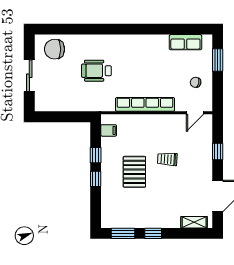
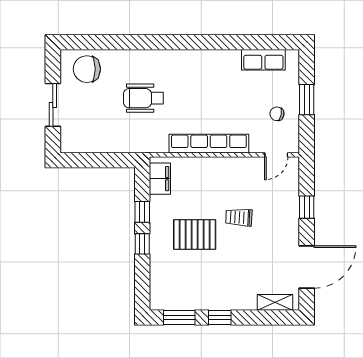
window: (218, 60) -> (307, 100), moved
filing cabinet: (109, 130) -> (160, 179), width x2.00
pallet: (134, 172) -> (195, 234), turned 90

